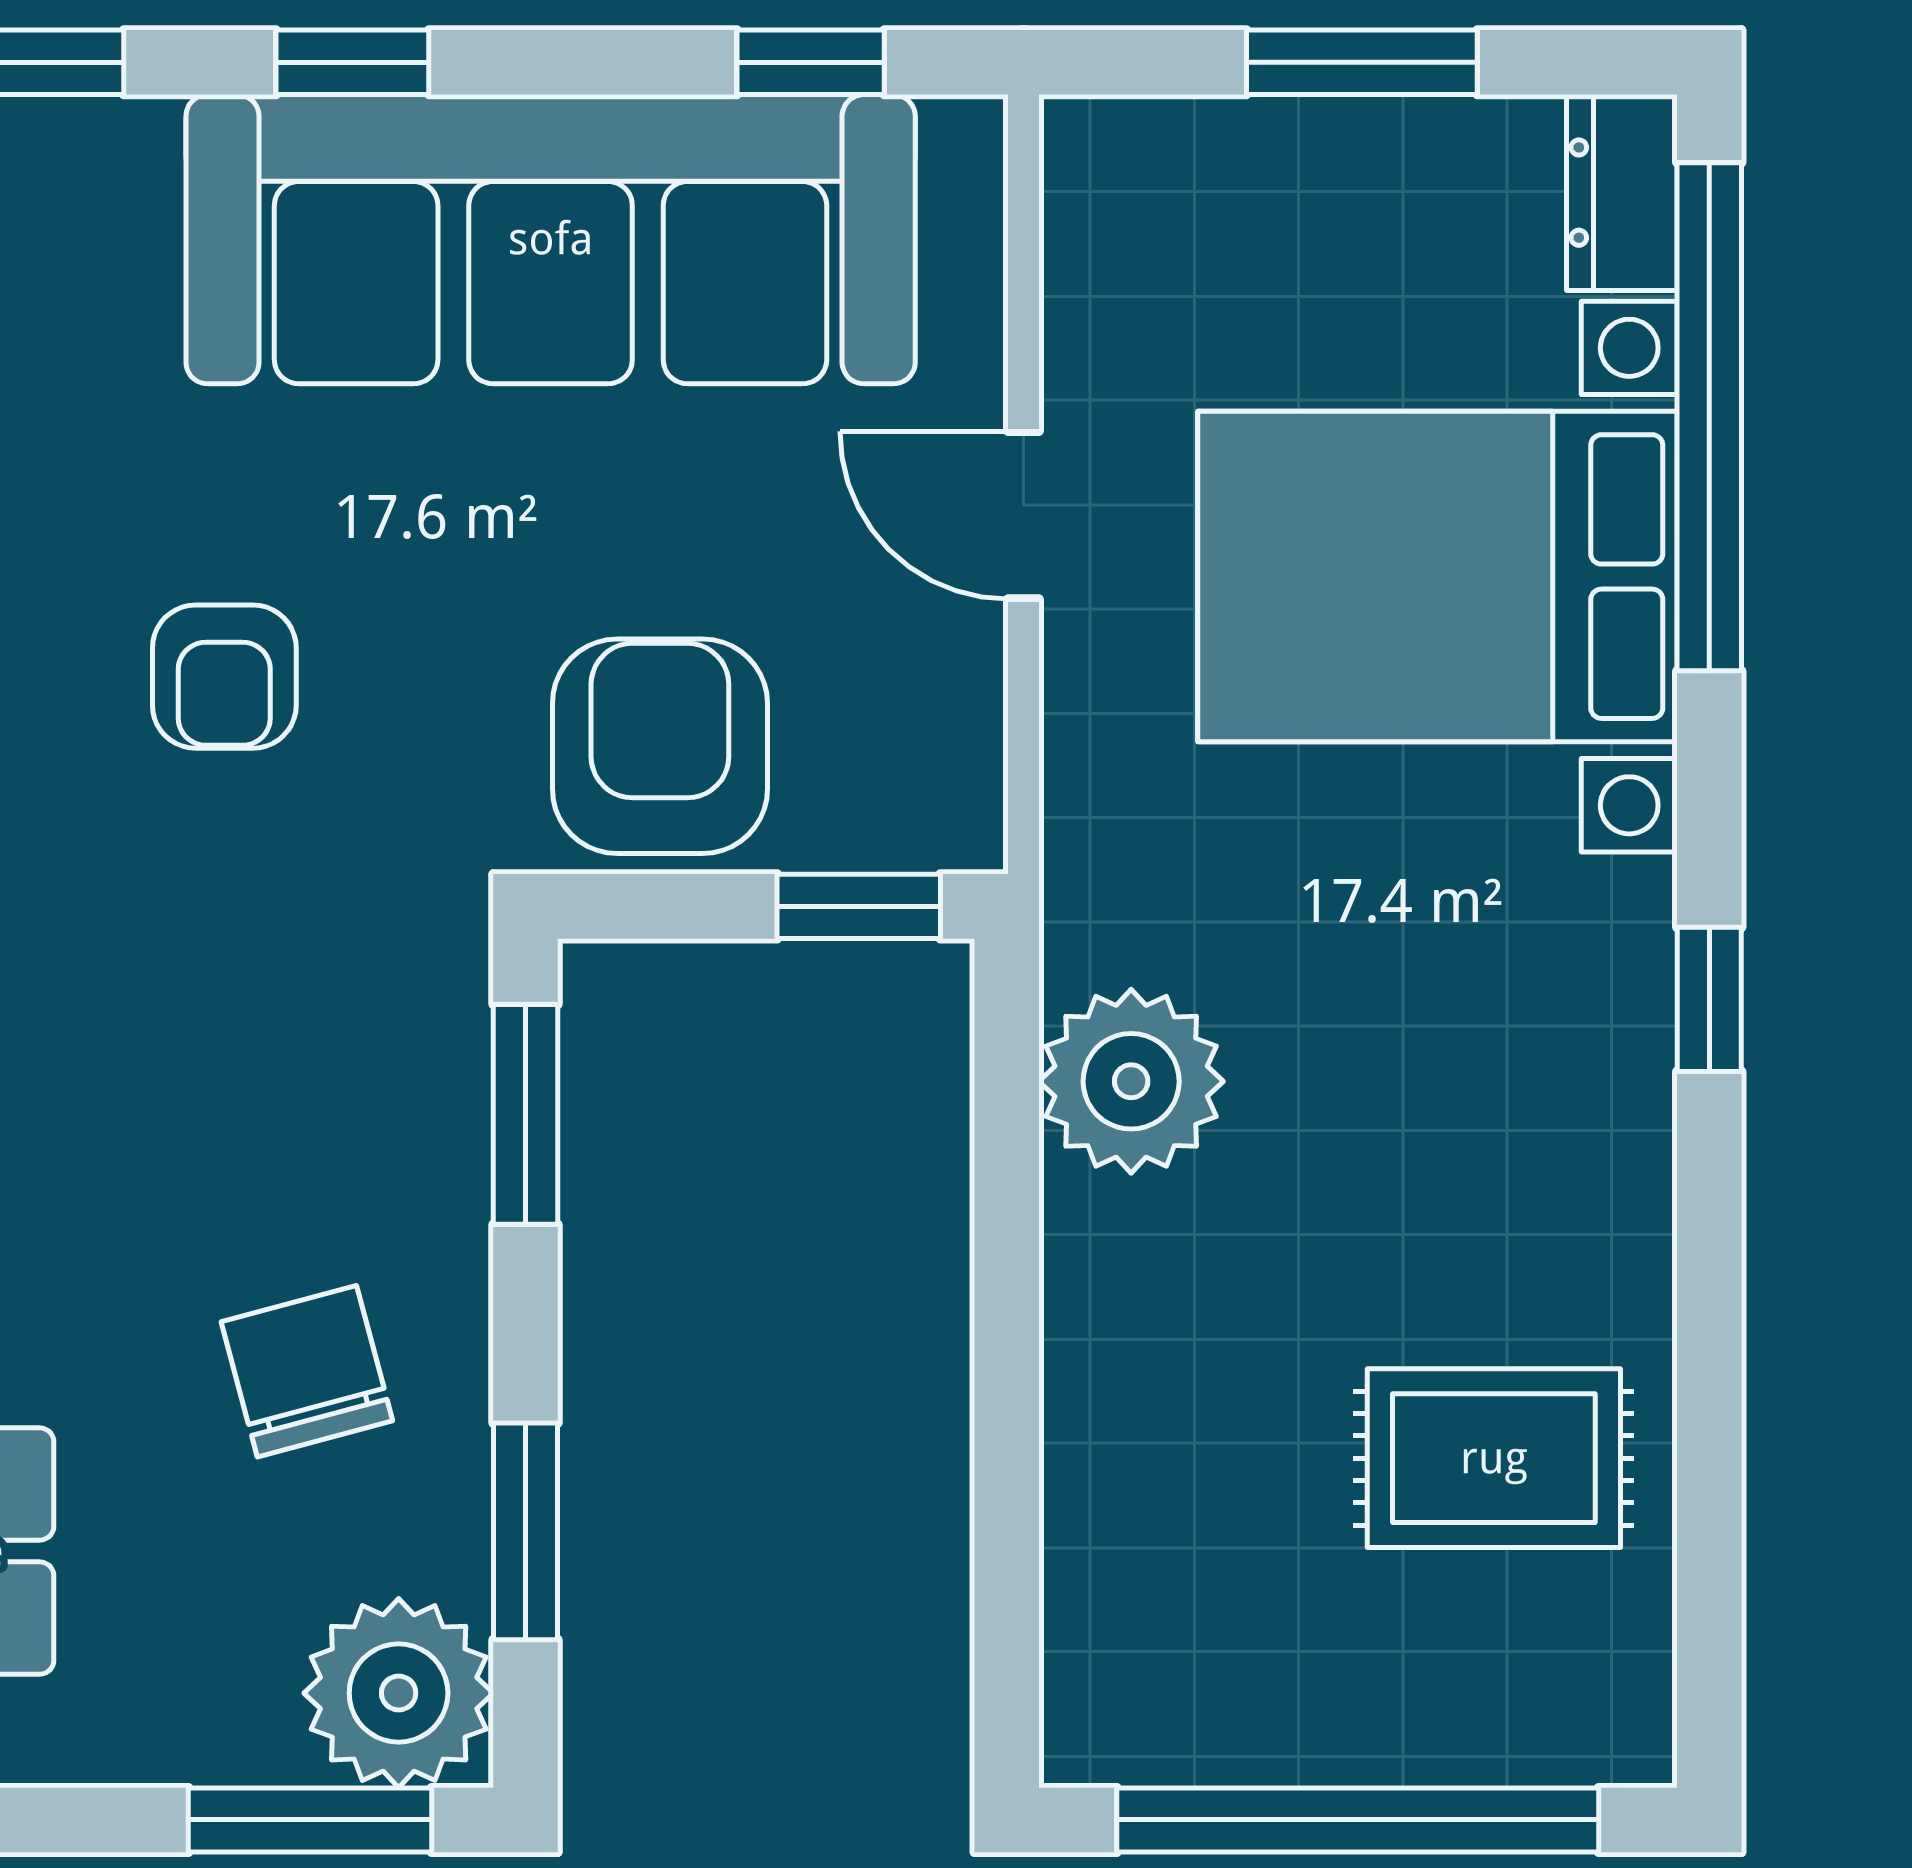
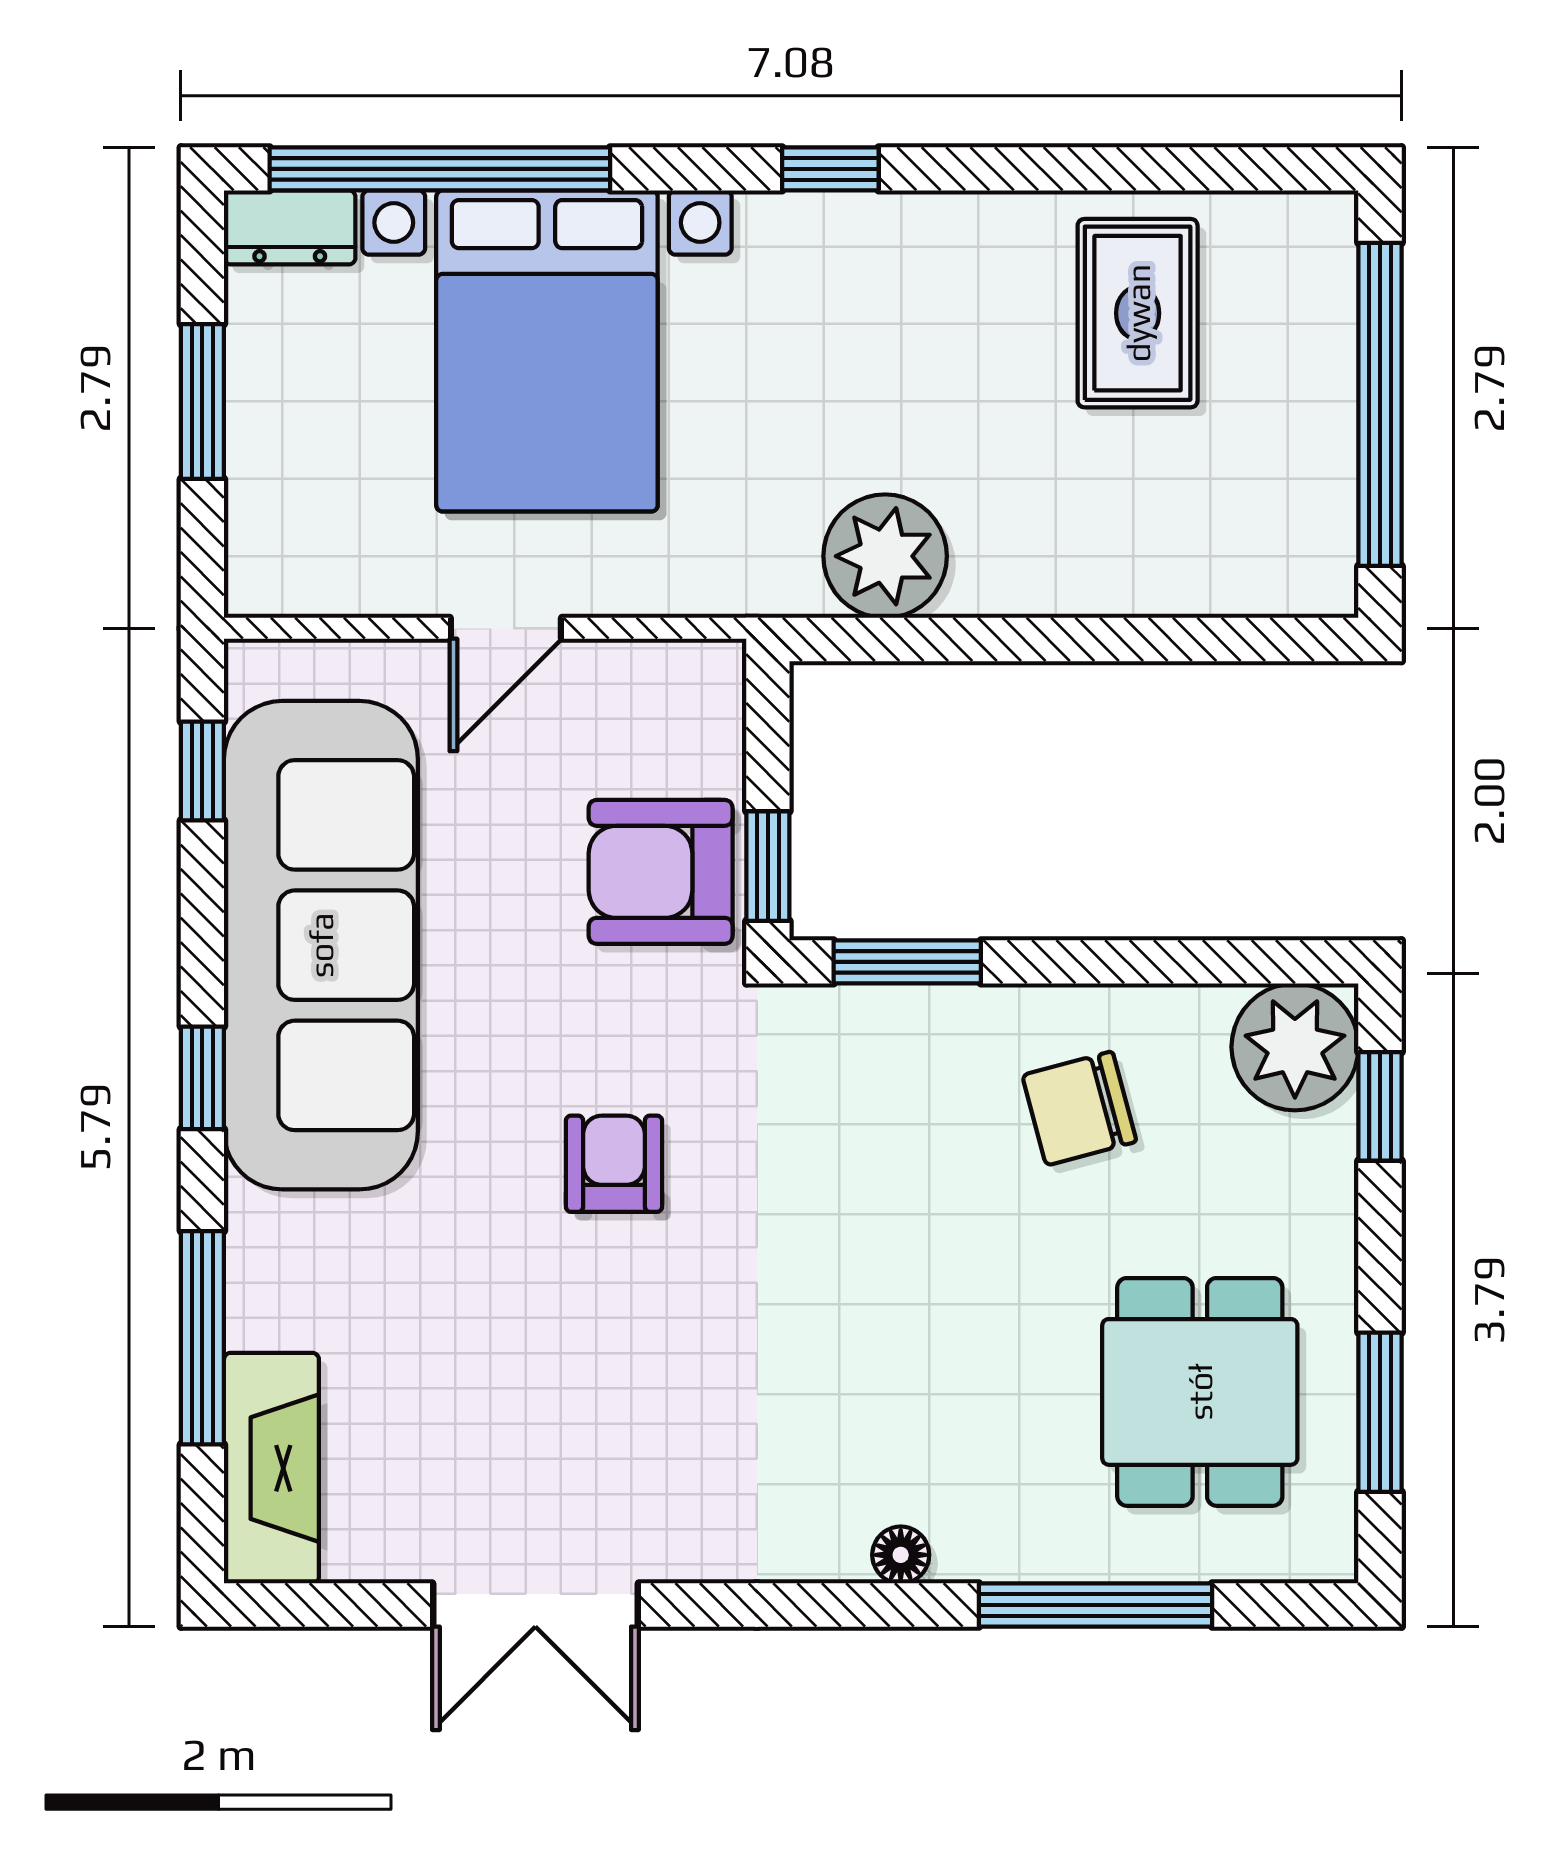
armchair: (224, 677) -> (614, 1164), turned -90
window: (859, 906) -> (768, 866), moved
window: (525, 1531) -> (1187, 962), removed
window: (310, 1820) -> (1380, 1106), width x0.67

